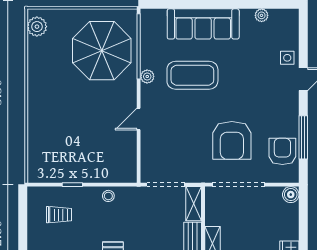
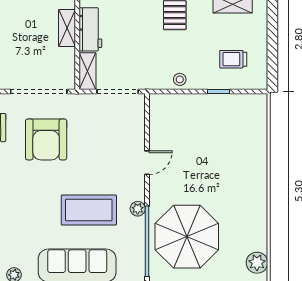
armchair: (232, 140) -> (46, 139), turned 180

